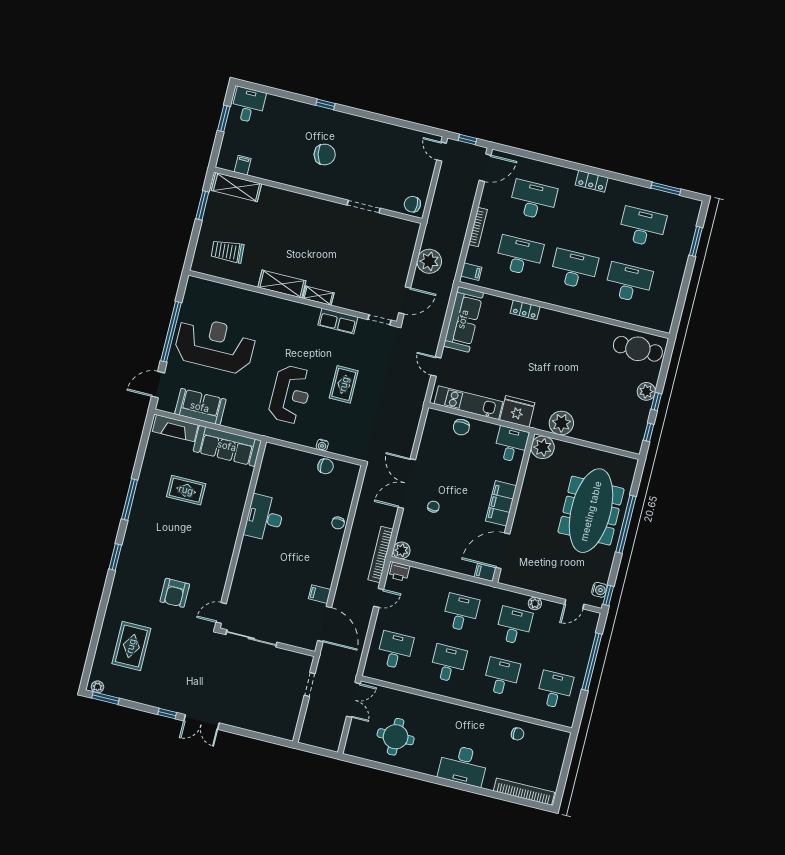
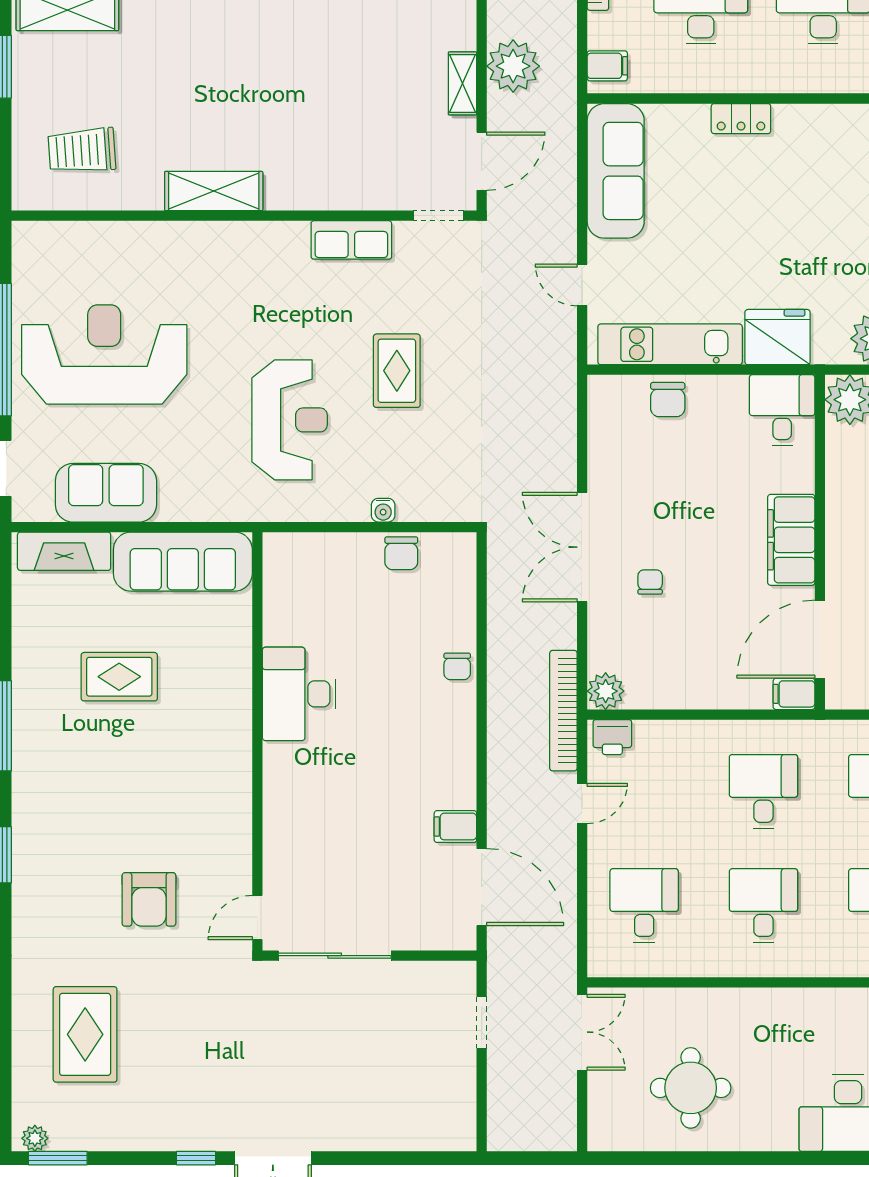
shelving: (318, 296) -> (462, 83), moved, turned 90
chair: (326, 466) -> (401, 553), turned 90

